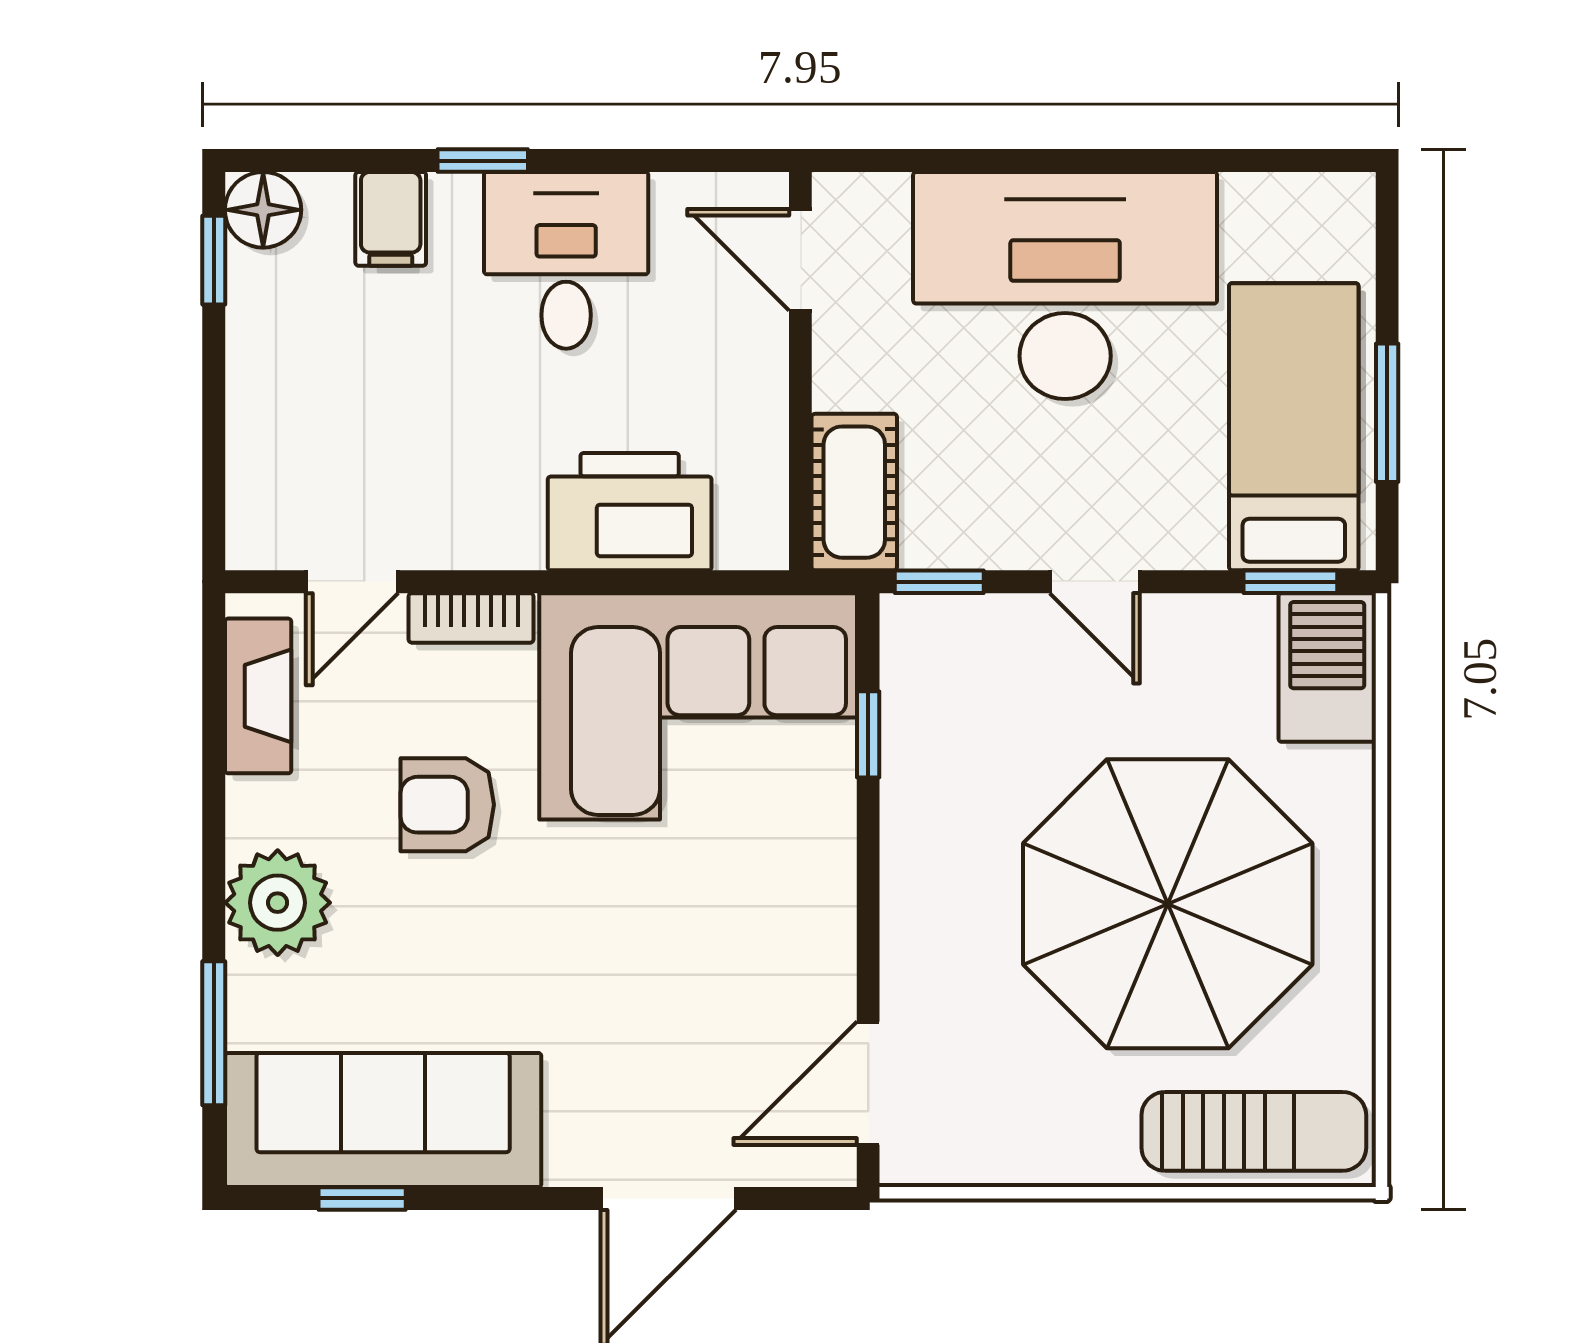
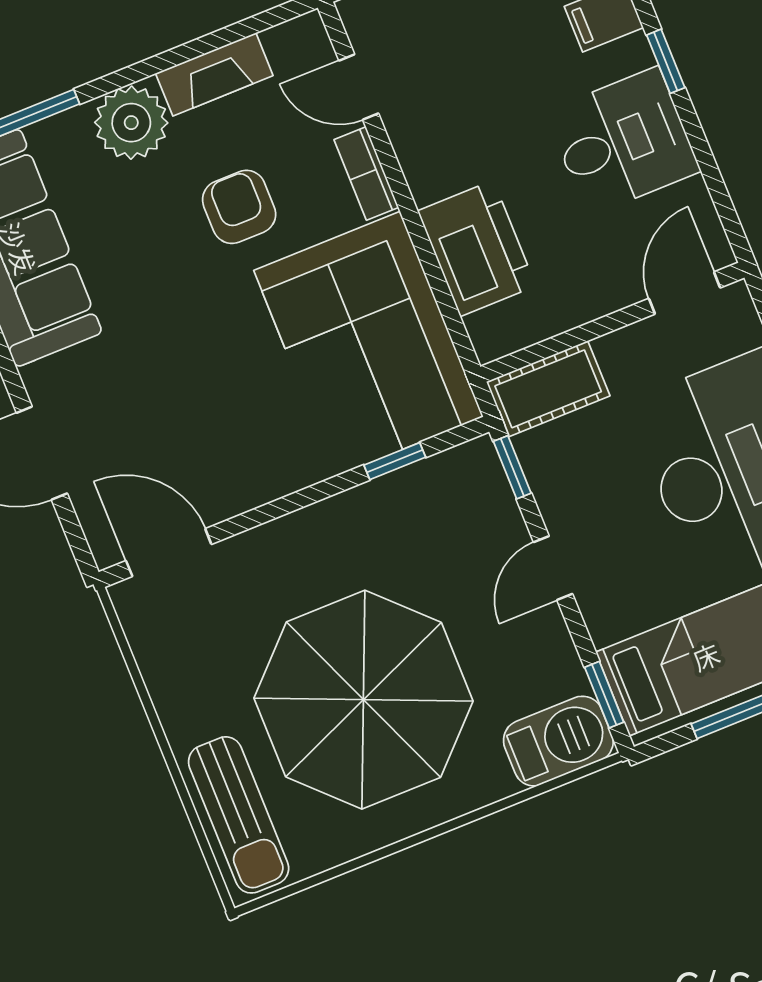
fireplace: (258, 696) -> (214, 74), moved

